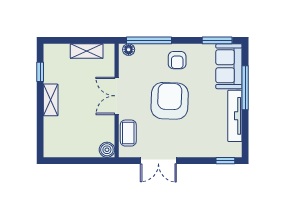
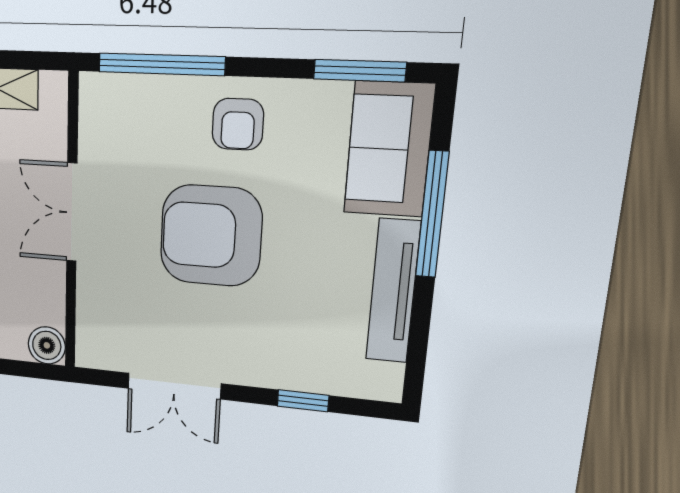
floor lamp: (129, 50) -> (105, 89), removed
armchair: (170, 101) -> (211, 236), turned -92
coffee table: (128, 133) -> (100, 310), removed
window: (225, 161) -> (303, 401), moved

